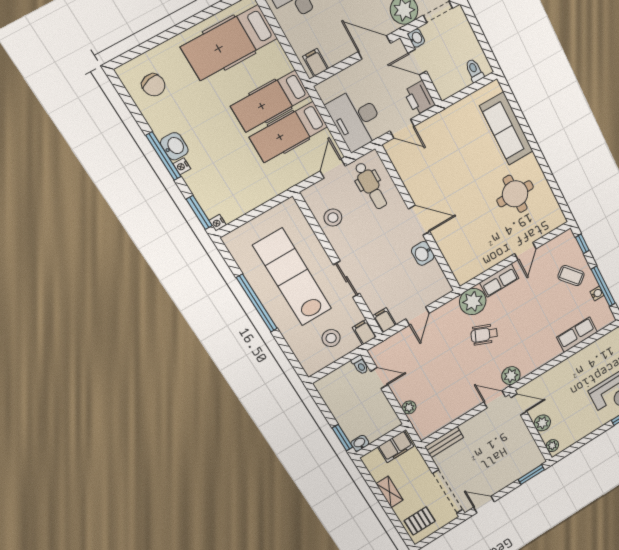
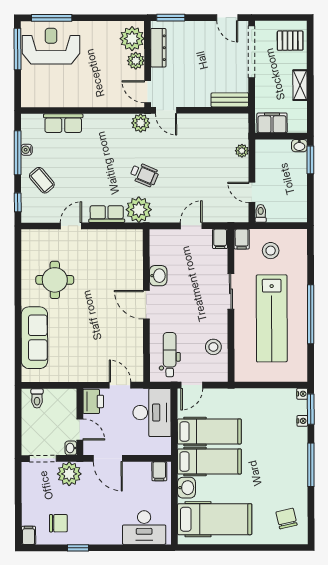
washbasin: (174, 146) -> (186, 488), moved, turned 180
nightstand: (182, 166) -> (302, 421), moved
dresser: (529, 445) -> (158, 48), added
plant: (552, 446) -> (132, 39), width x1.87, depth x1.87

